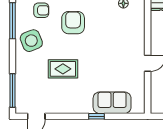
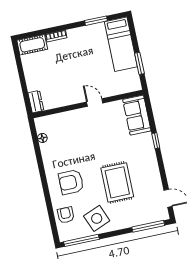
rug: (63, 69) -> (117, 182), width x1.36, depth x1.43
sofa: (112, 103) -> (137, 115), moved

